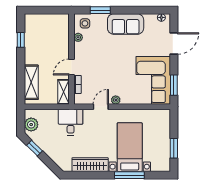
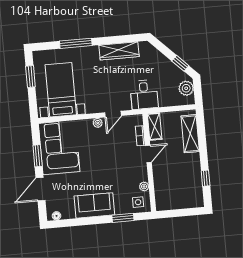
window: (174, 85) -> (38, 156), moved
bed with nightstands: (130, 147) -> (61, 90), moved, turned 180

